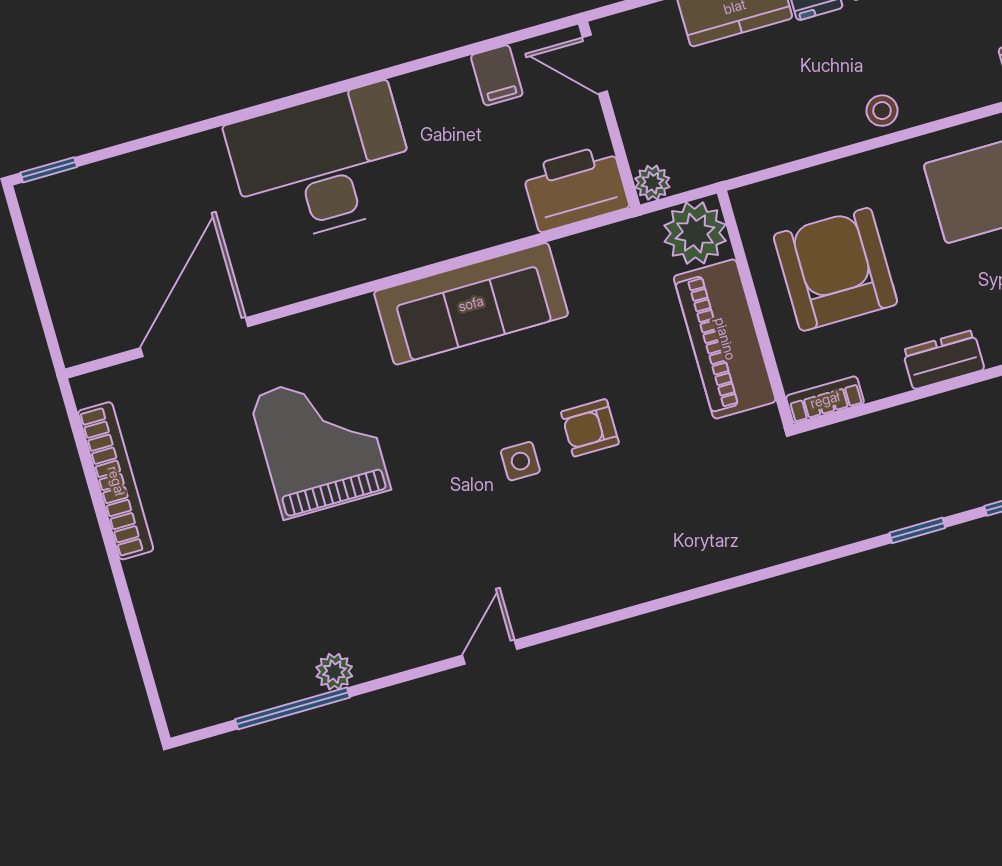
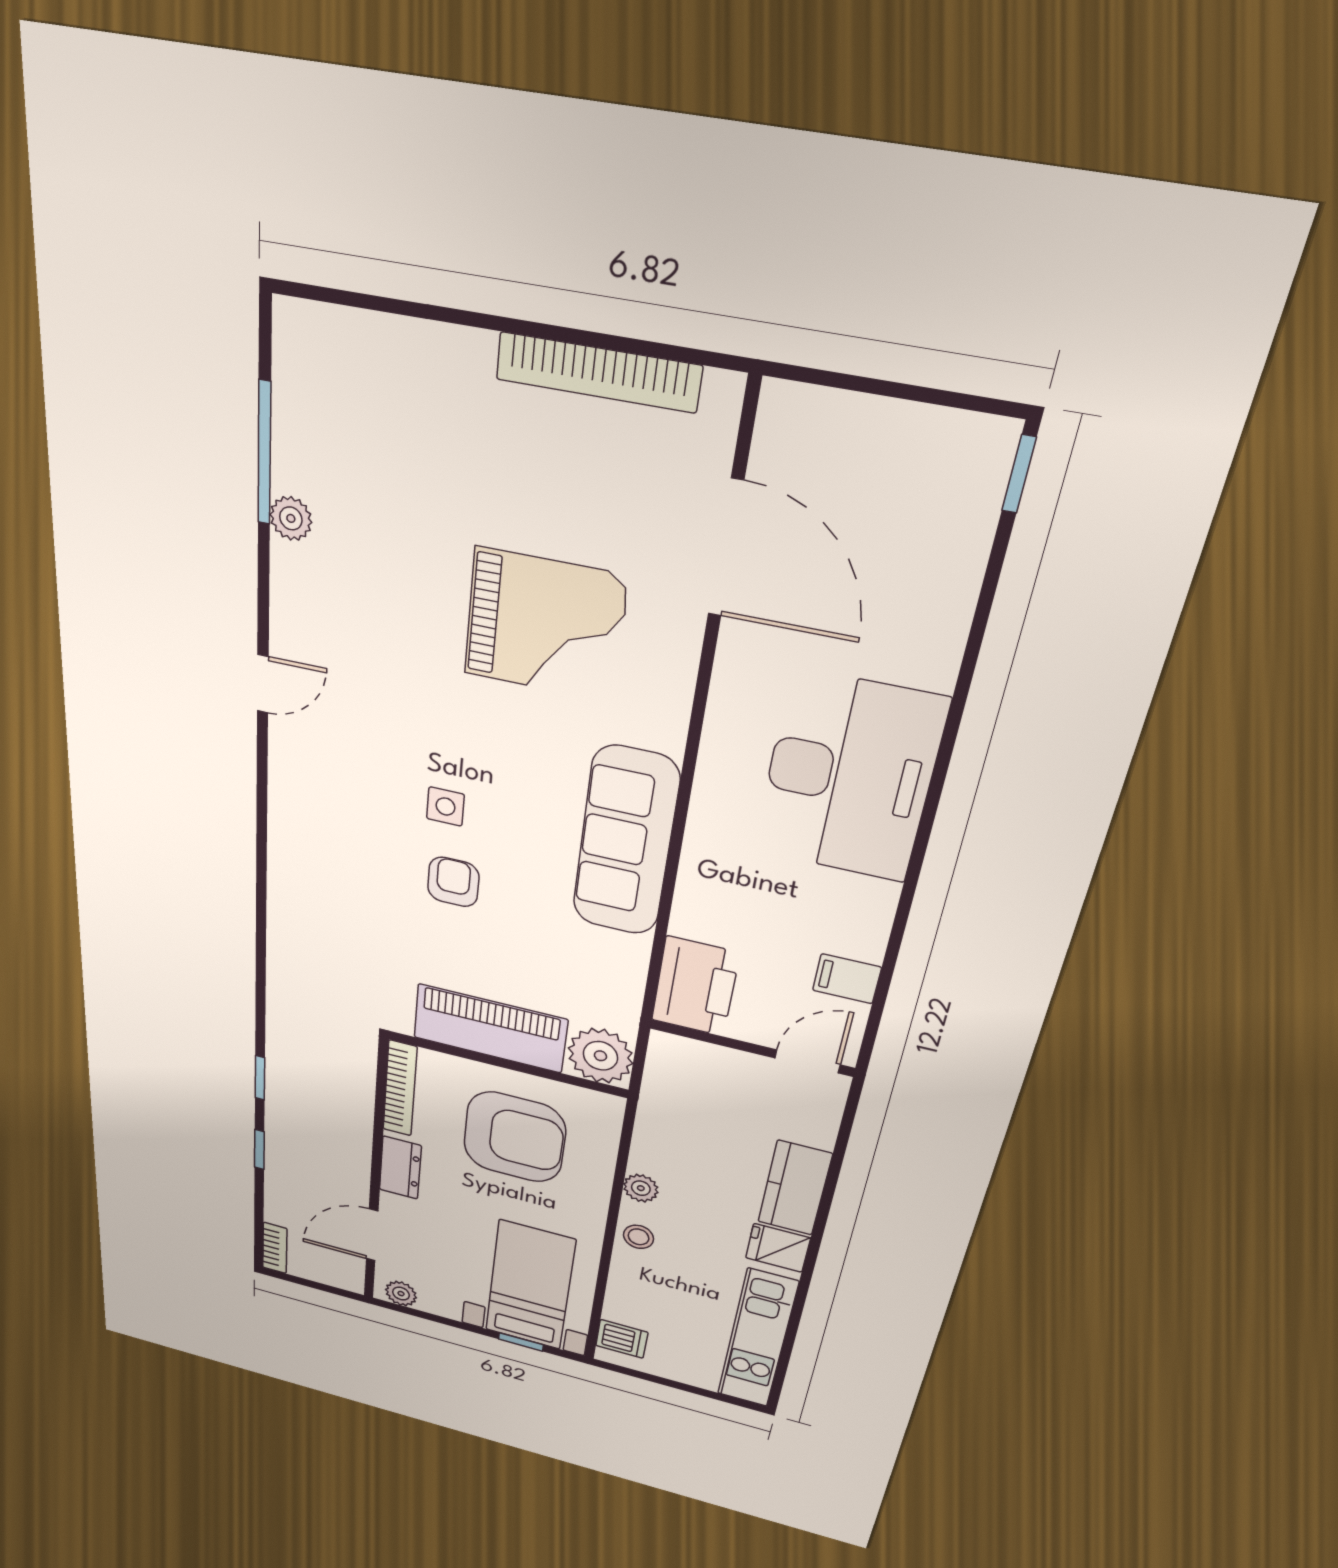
plant: (652, 183) -> (641, 1188), moved
bookcase: (825, 400) -> (400, 1088), width x1.56
door: (490, 652) -> (263, 684), hinge flipped

